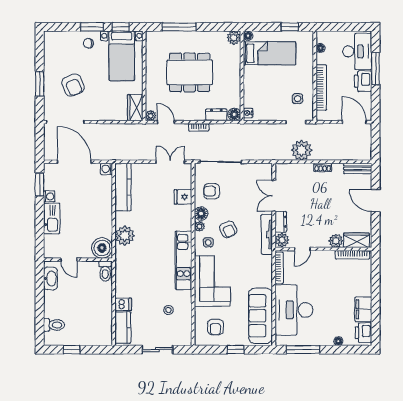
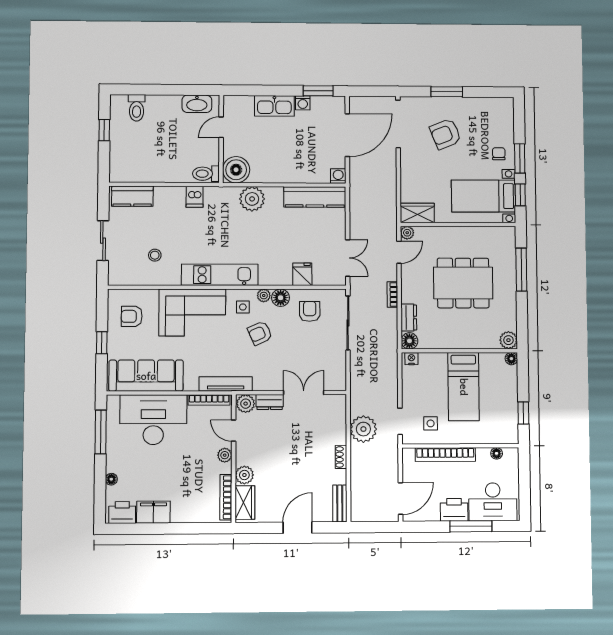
bed: (269, 53) -> (464, 387), moved
dining table: (190, 72) -> (463, 283), turned 90
tv unit: (267, 234) -> (226, 384), moved
plant: (321, 256) -> (225, 455), added
dishwasher: (123, 304) -> (195, 197), moved

